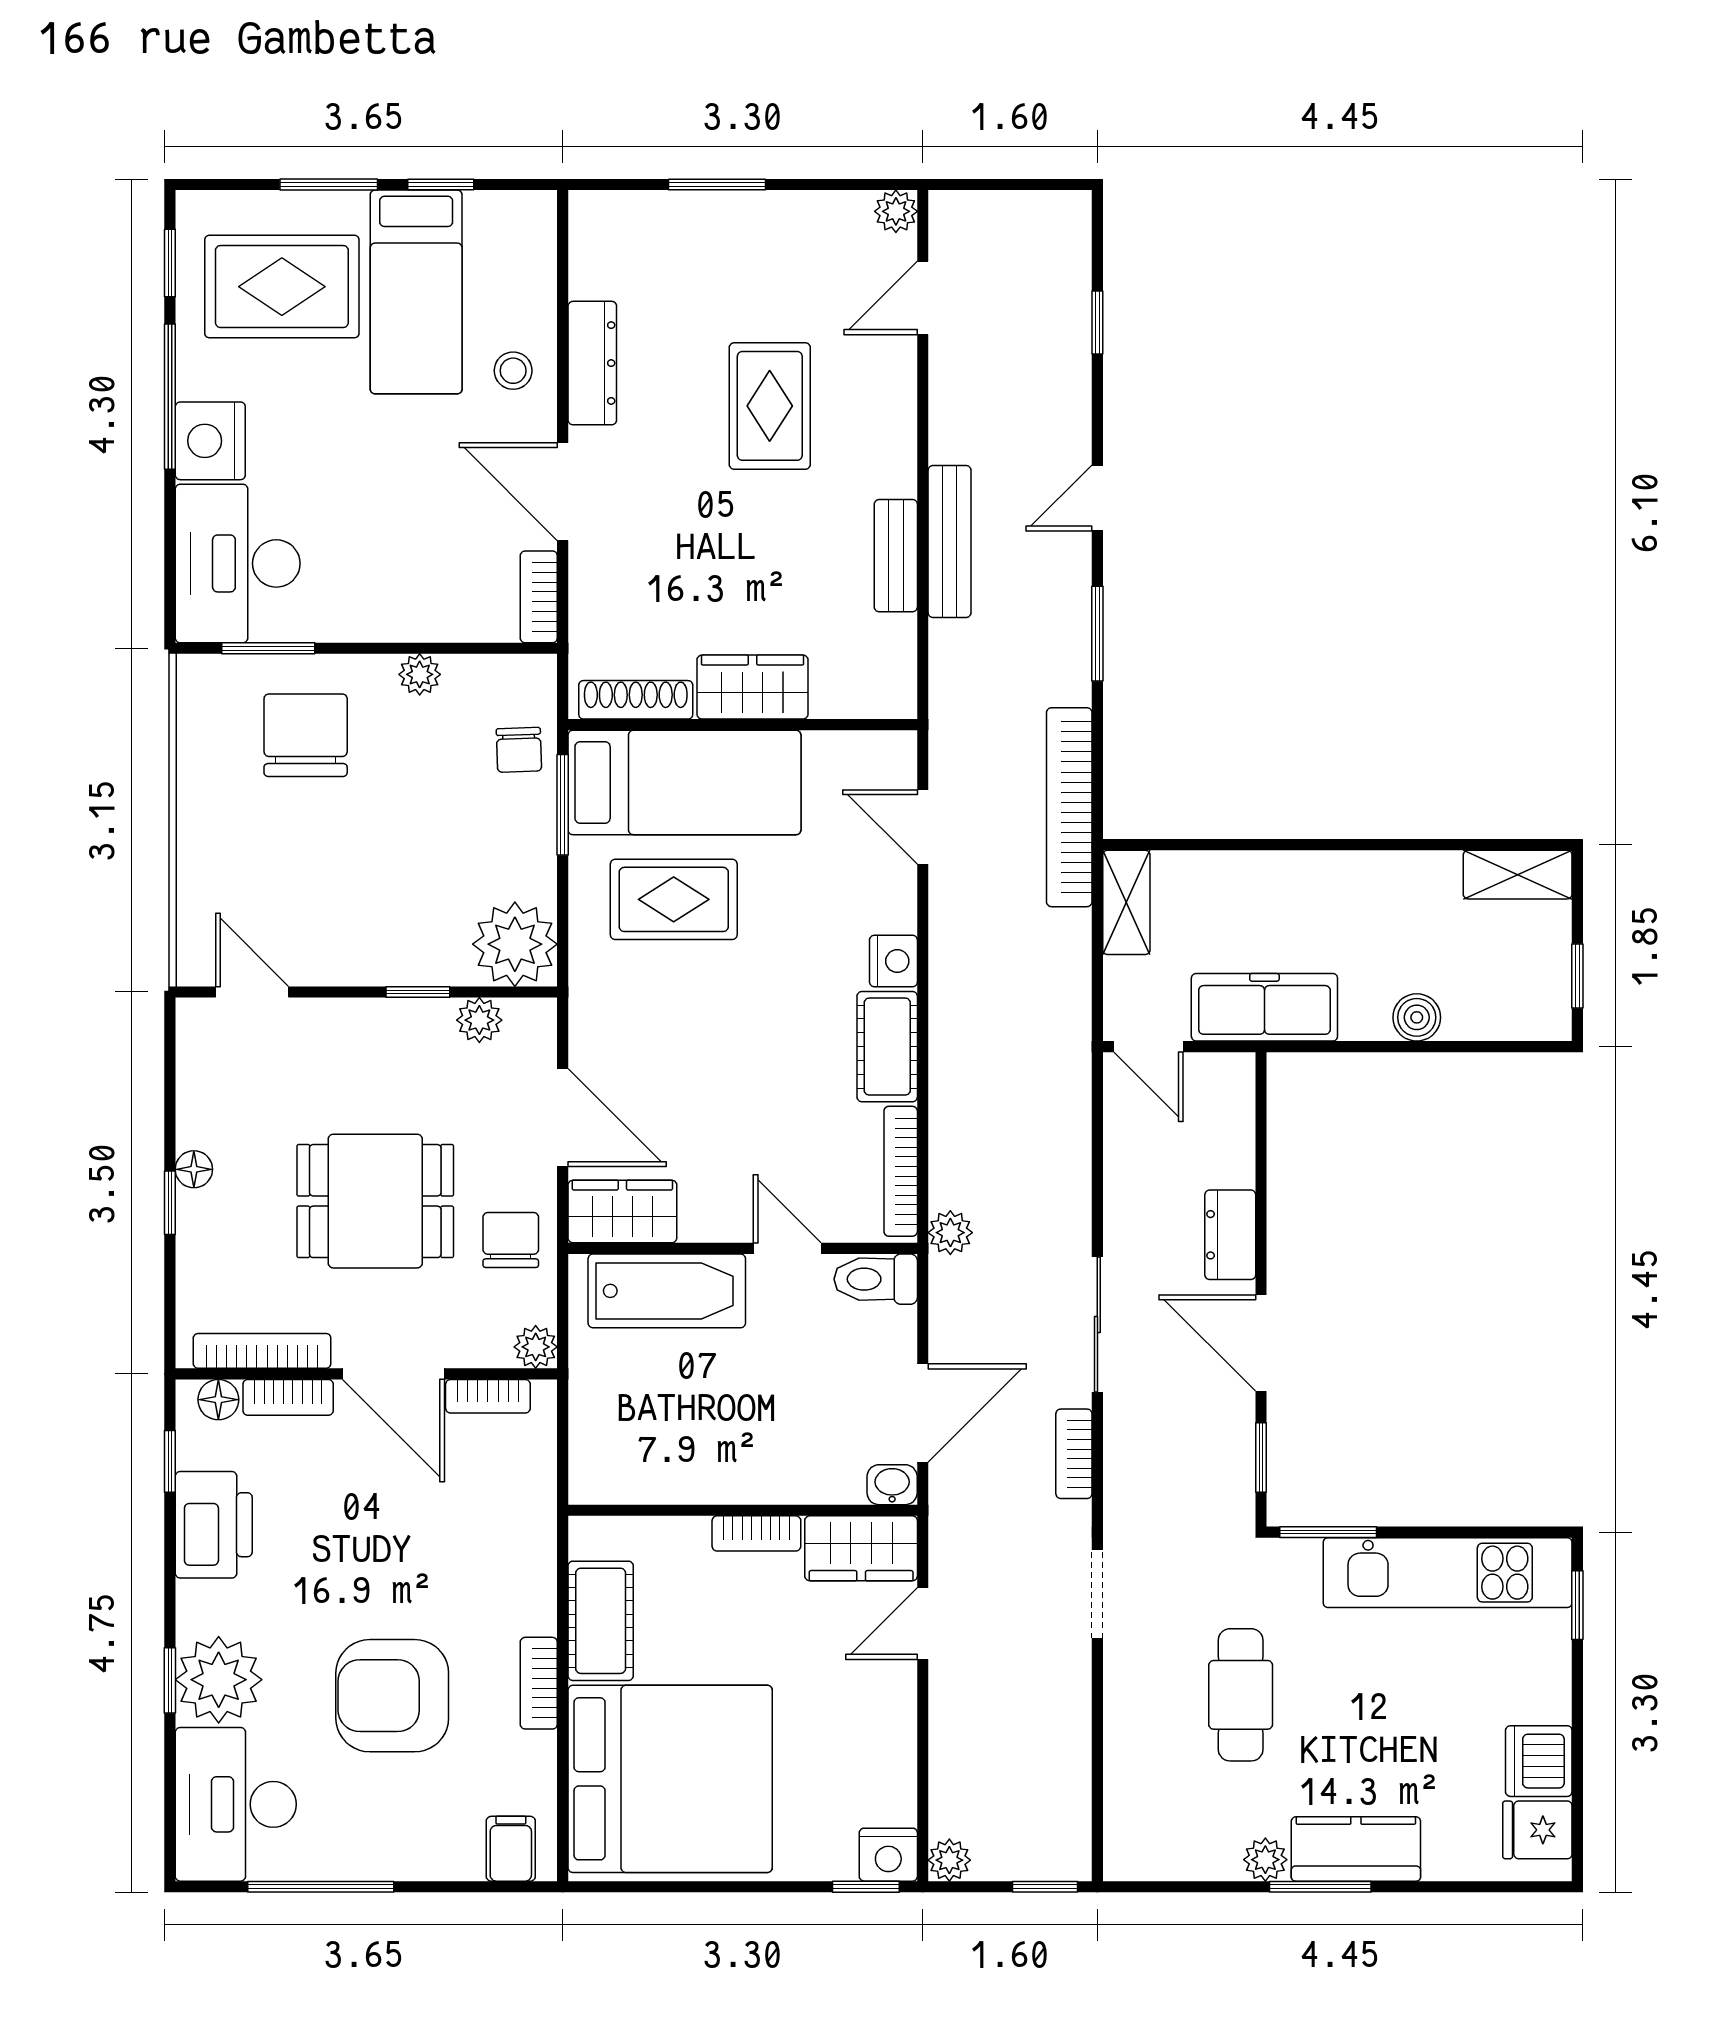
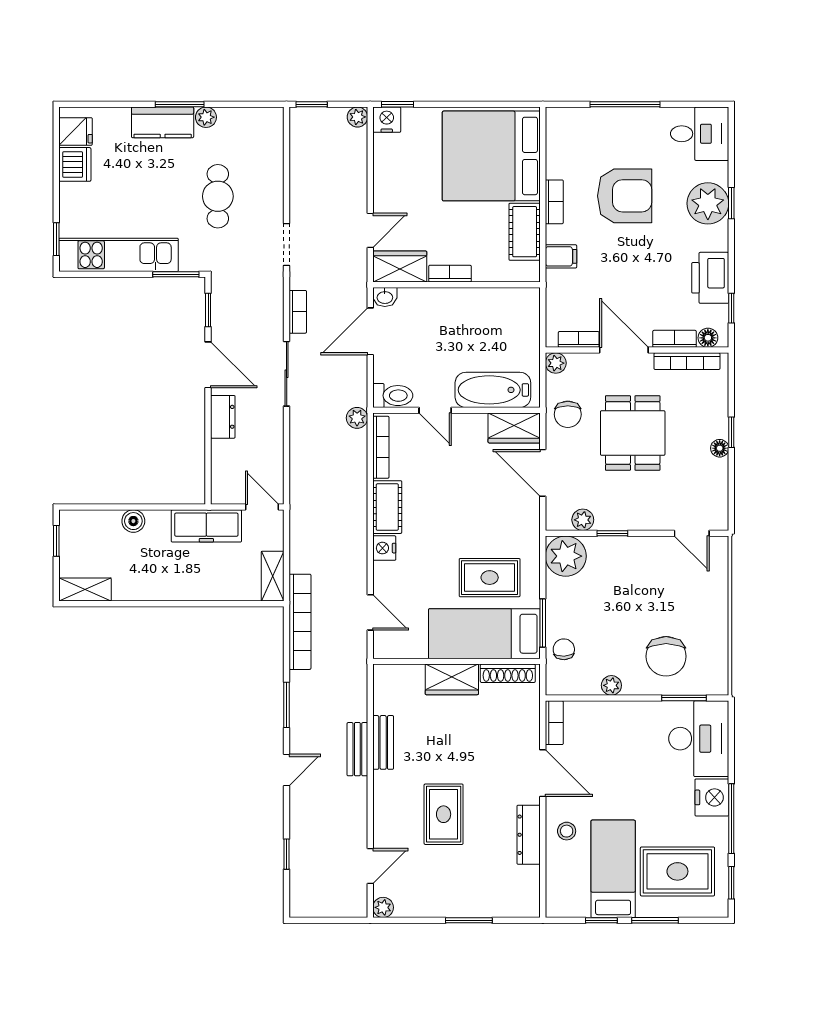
bench: (950, 542) -> (357, 749), width x0.73
dining table: (375, 1201) -> (633, 433), turned 90
desk: (236, 1804) -> (700, 134), width x0.73
filing cabinet: (511, 1849) -> (561, 256), moved, turned -90
window: (321, 1887) -> (625, 104), moved

